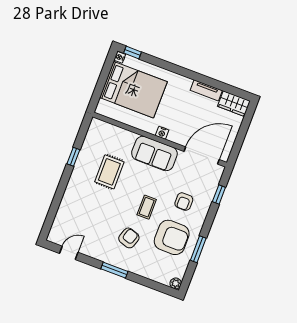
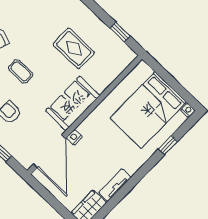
window: (132, 53) -> (168, 145), moved
nightstand: (162, 133) -> (74, 137), moved
window: (73, 157) -> (120, 32), moved

